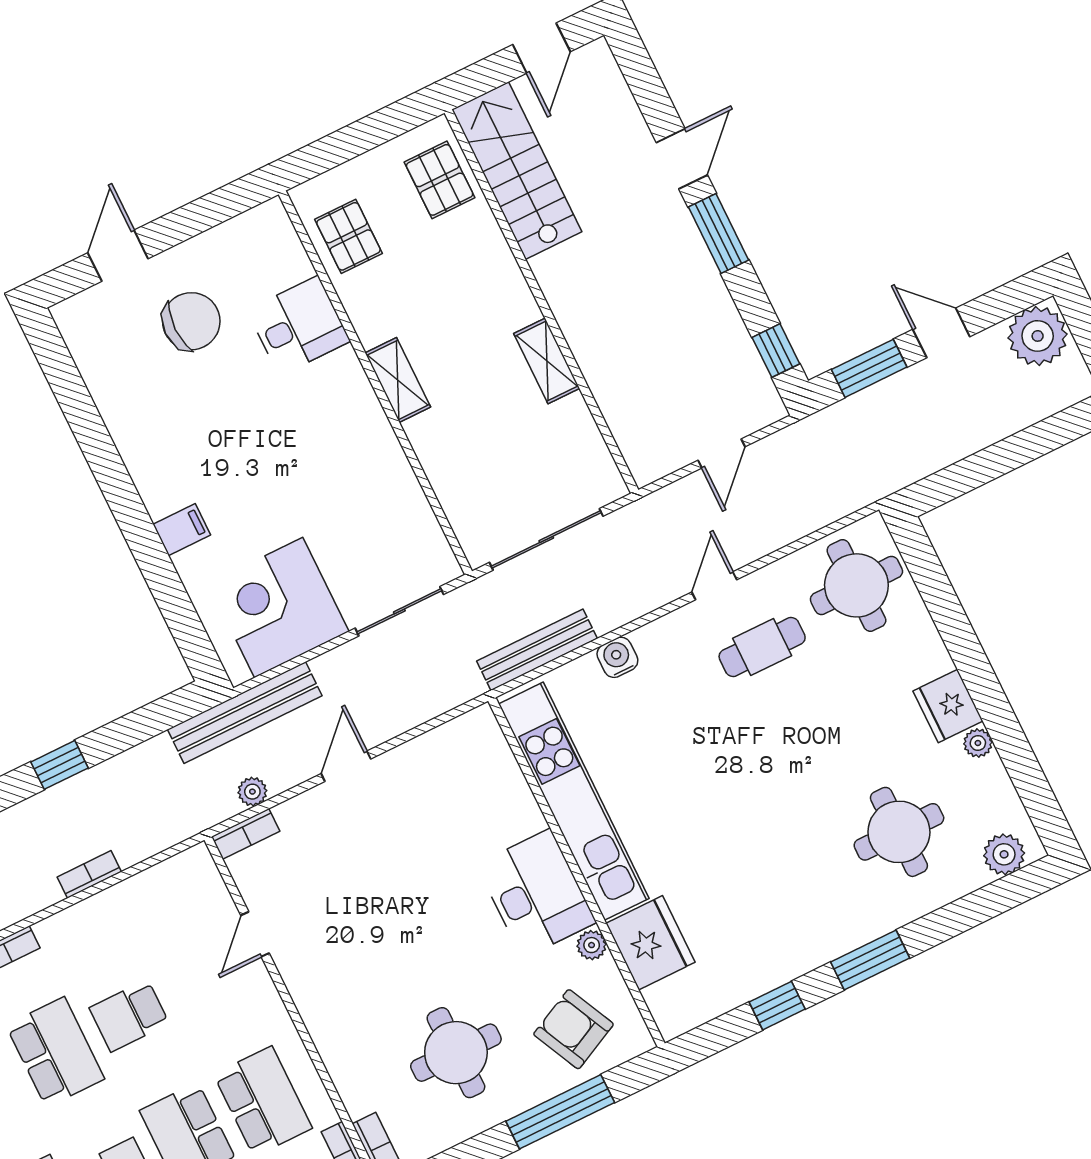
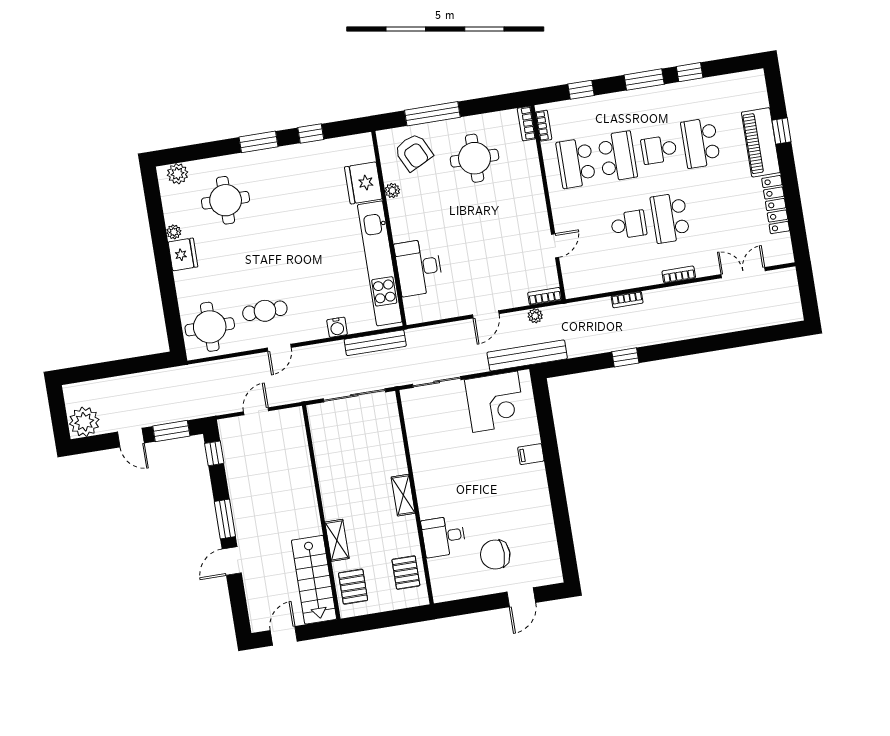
shelving: (547, 361) -> (337, 540), moved
desk: (536, 893) -> (419, 267), moved

